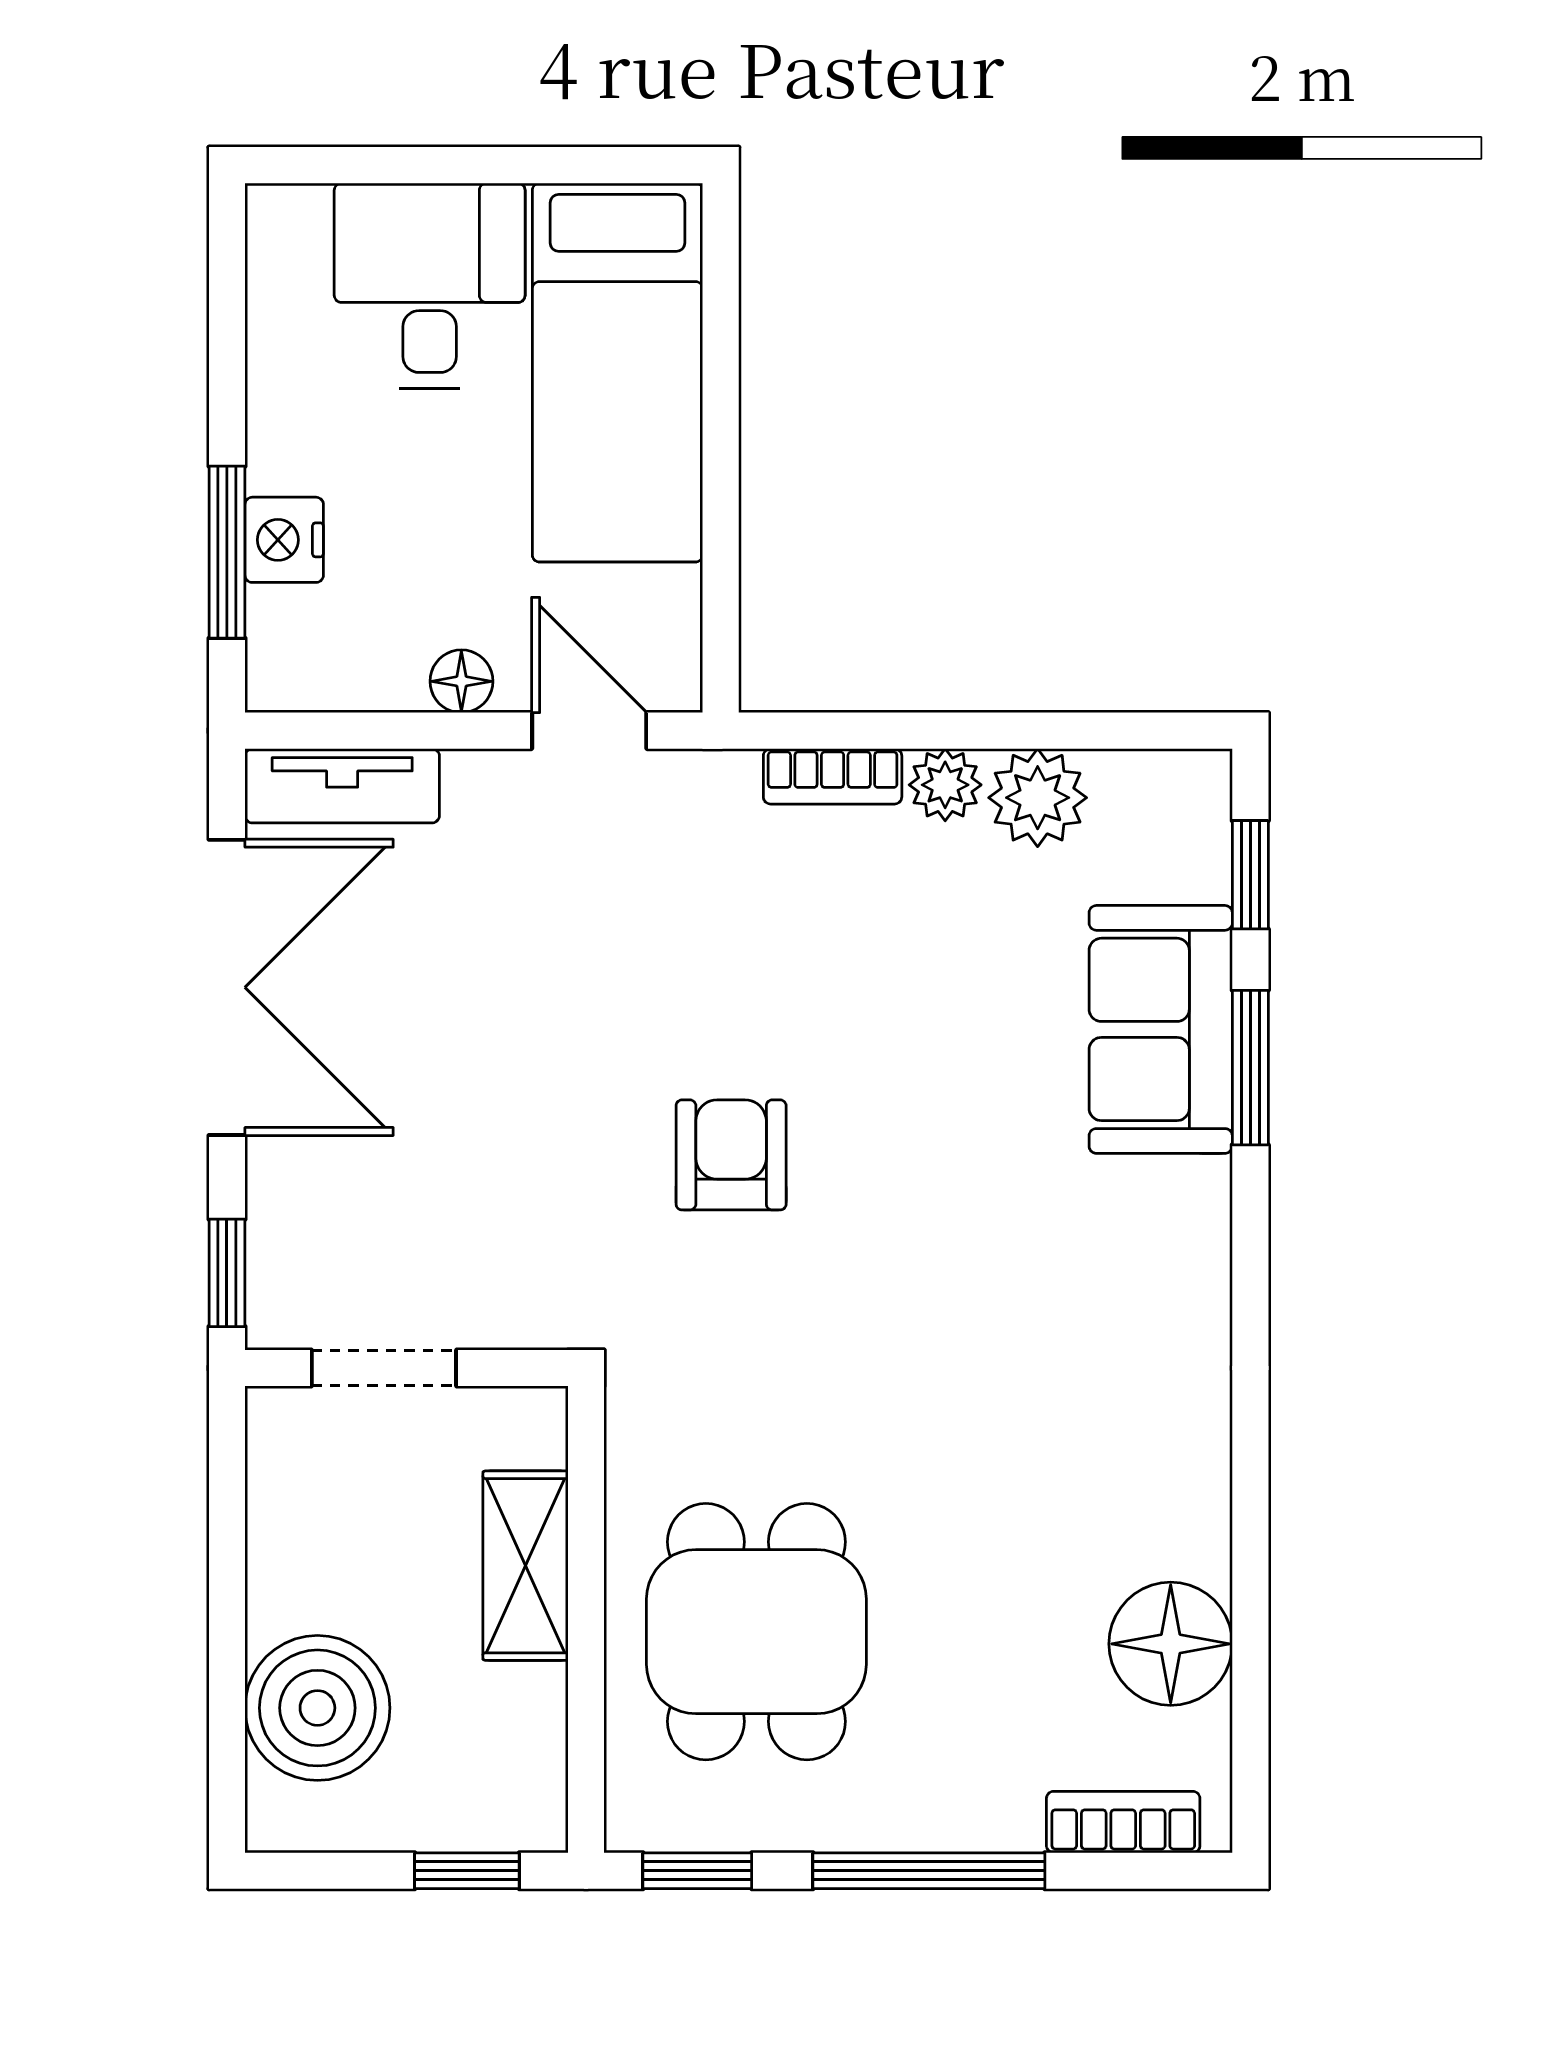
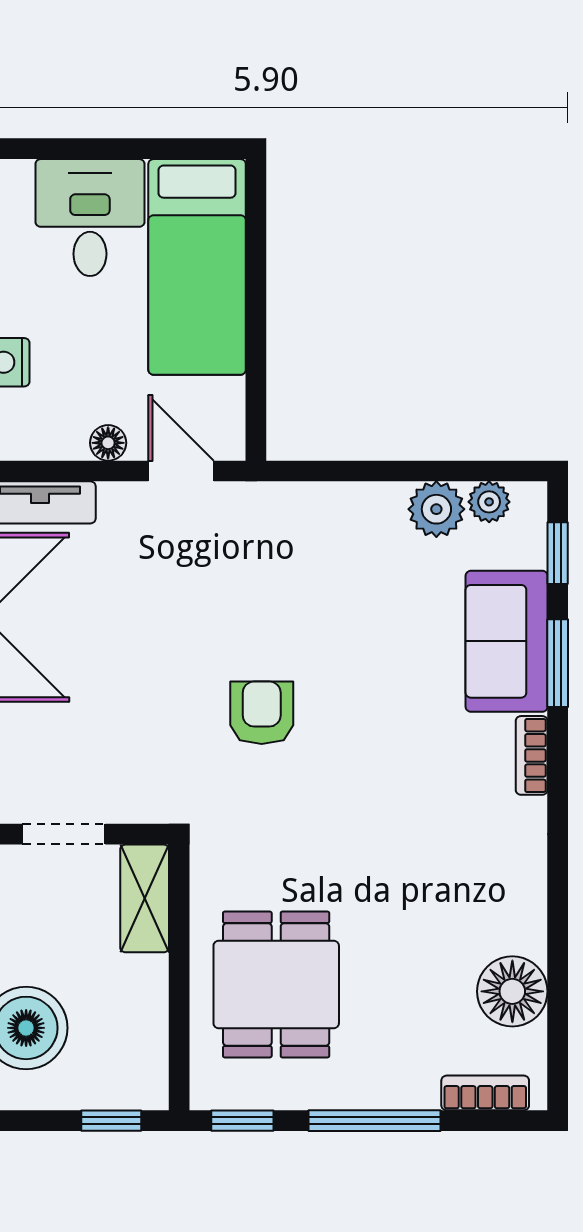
bookcase: (833, 776) -> (532, 755), moved, turned 90
plant: (945, 785) -> (489, 502), moved
shelving: (525, 1566) -> (145, 898), moved

